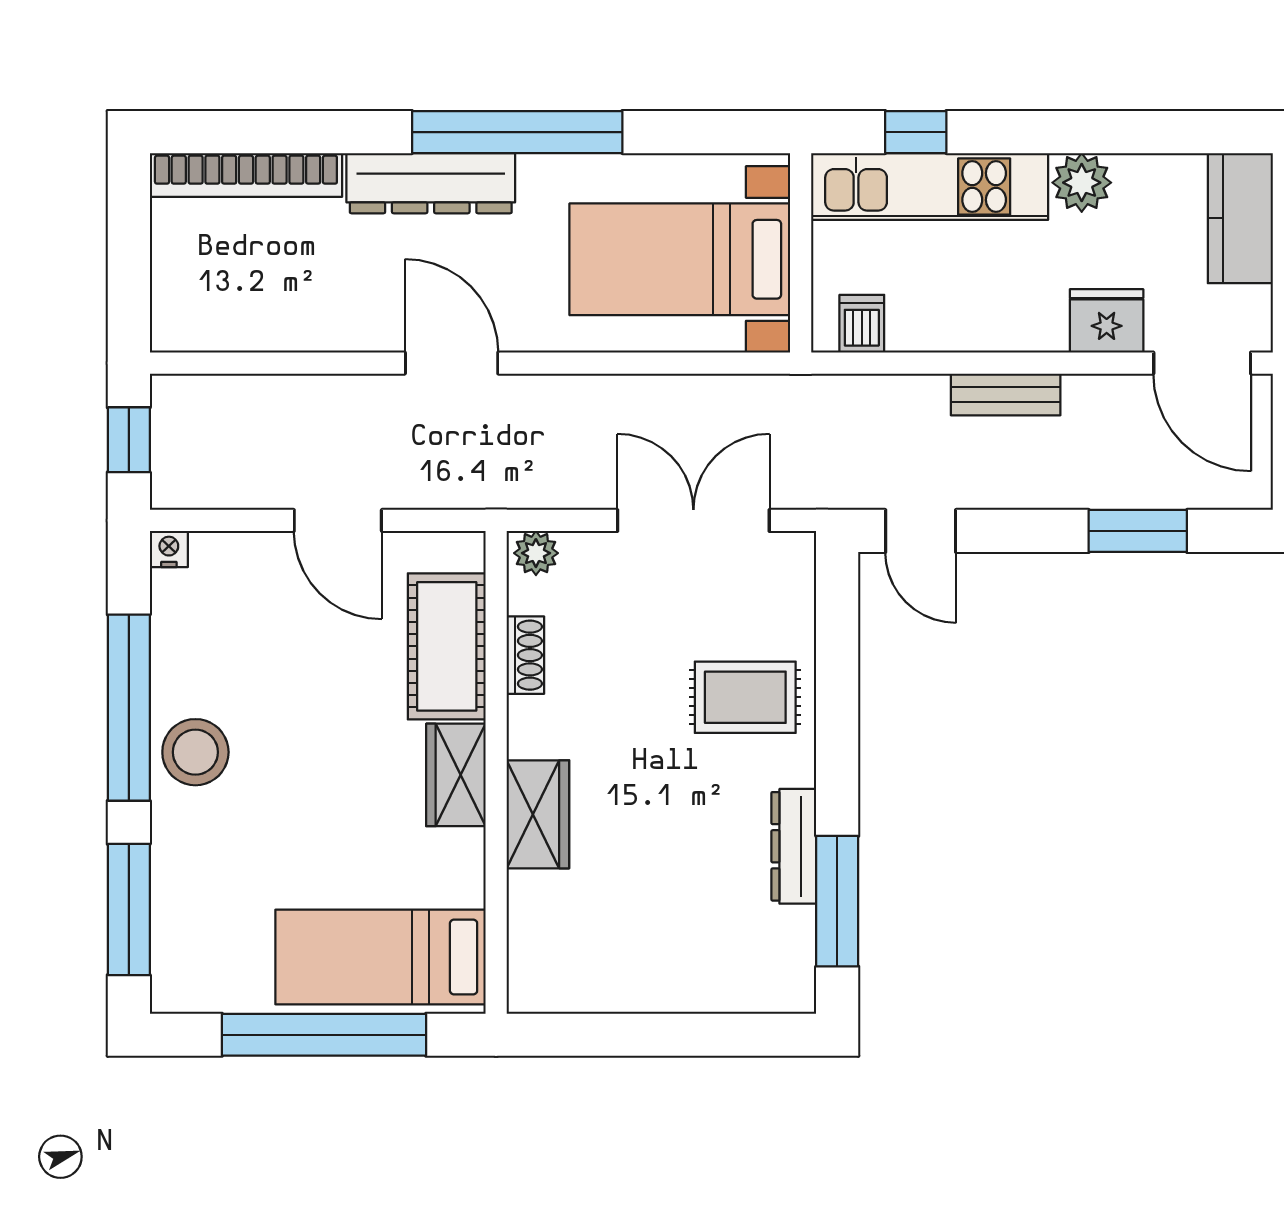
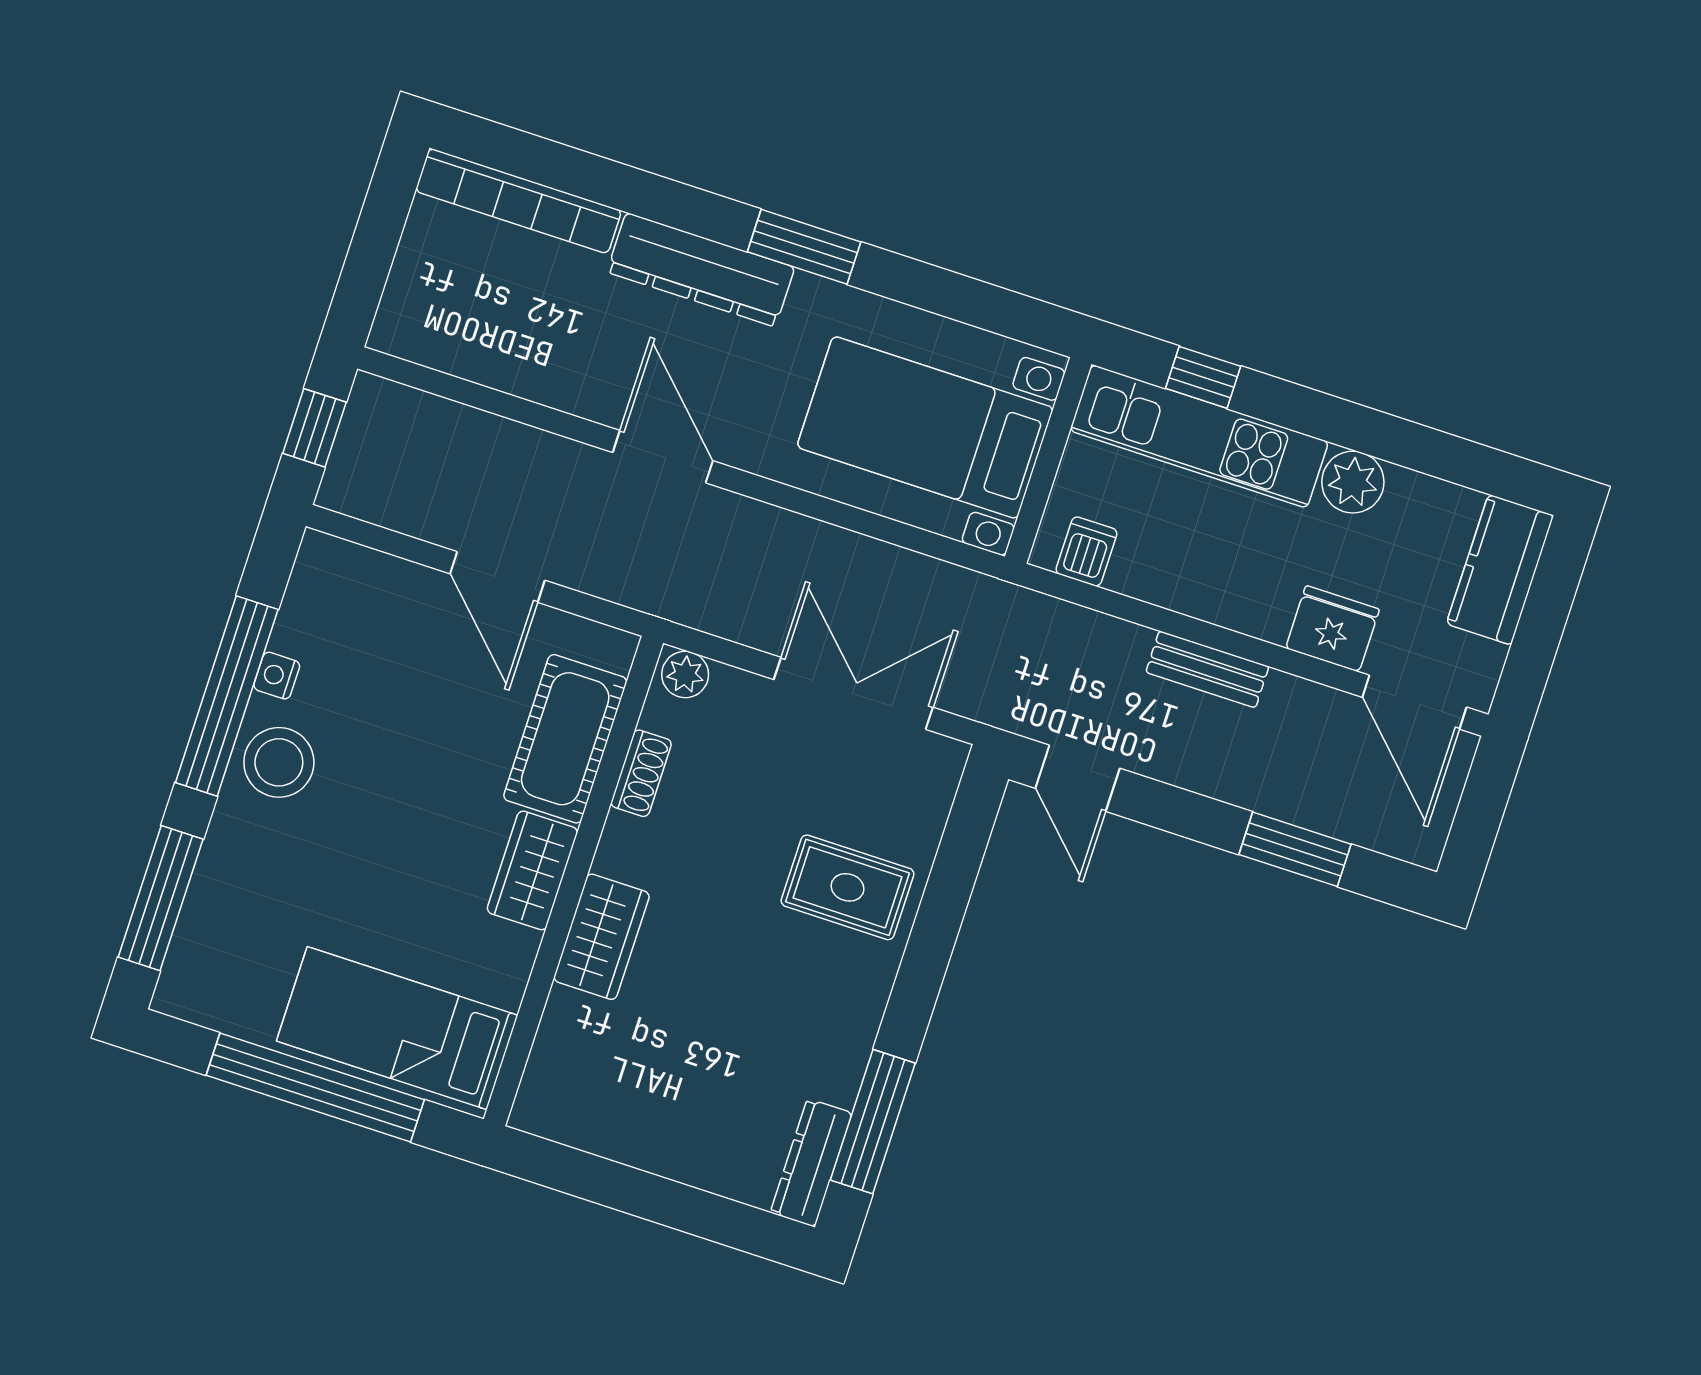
window: (517, 132) -> (804, 247), width x0.47
nightstand: (169, 549) -> (277, 676), moved, turned -90
dresser: (794, 846) -> (811, 1163), moved

